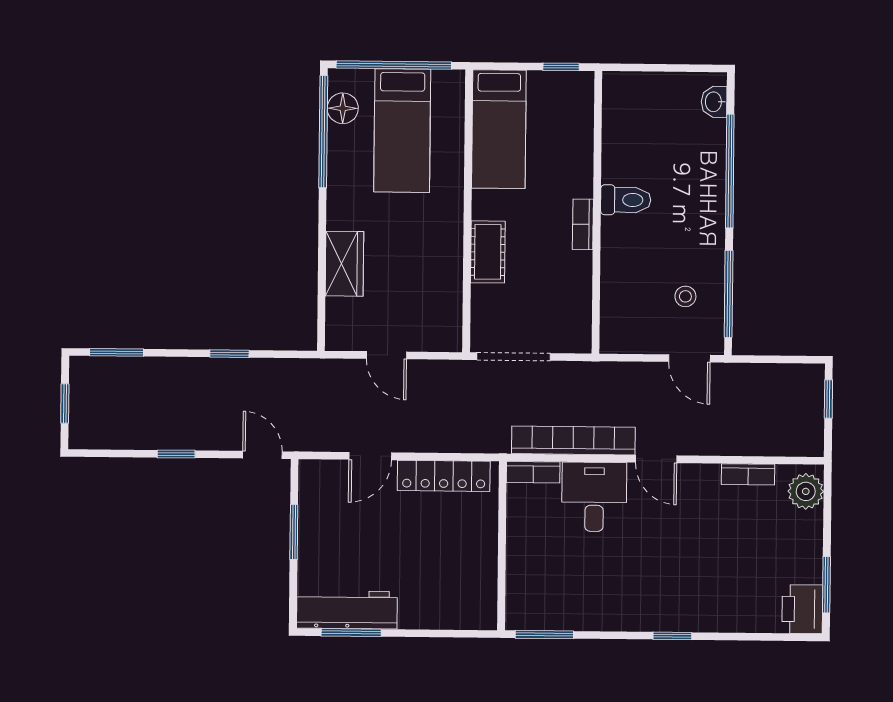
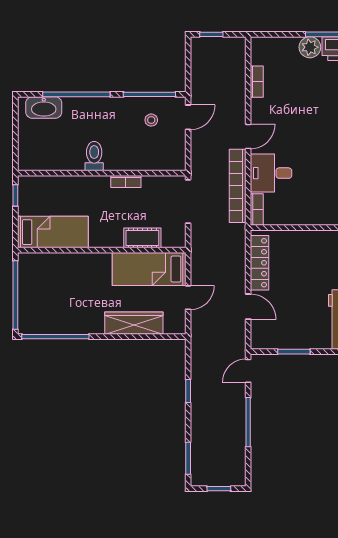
washbasin: (714, 102) -> (44, 108), width x1.91, depth x1.45
floor lamp: (343, 108) -> (41, 325), removed
bed: (402, 131) -> (149, 269), moved, turned 180
bookcase: (583, 224) -> (126, 182), moved
cot: (488, 252) -> (142, 238), moved
wardrobe: (344, 264) -> (134, 323), width x1.50
doorway: (514, 357) -> (188, 202), moved
window: (176, 454) -> (248, 422), width x2.17
plant: (806, 491) -> (310, 47), moved

